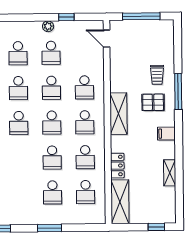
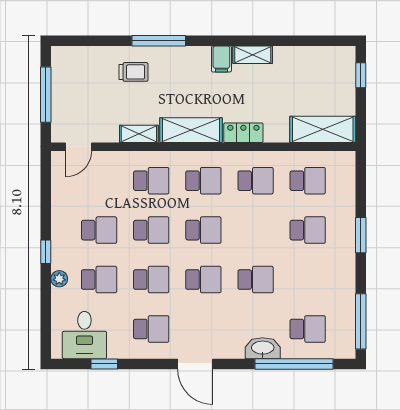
window: (66, 17) -> (46, 252), moved
plant: (48, 26) -> (59, 279), moved
shelving: (116, 79) -> (139, 134), added
pallet: (153, 102) -> (175, 78), removed
school desk: (52, 158) -> (256, 280), moved
locker: (117, 166) -> (243, 133), moved
shelving: (170, 173) -> (253, 55), moved

